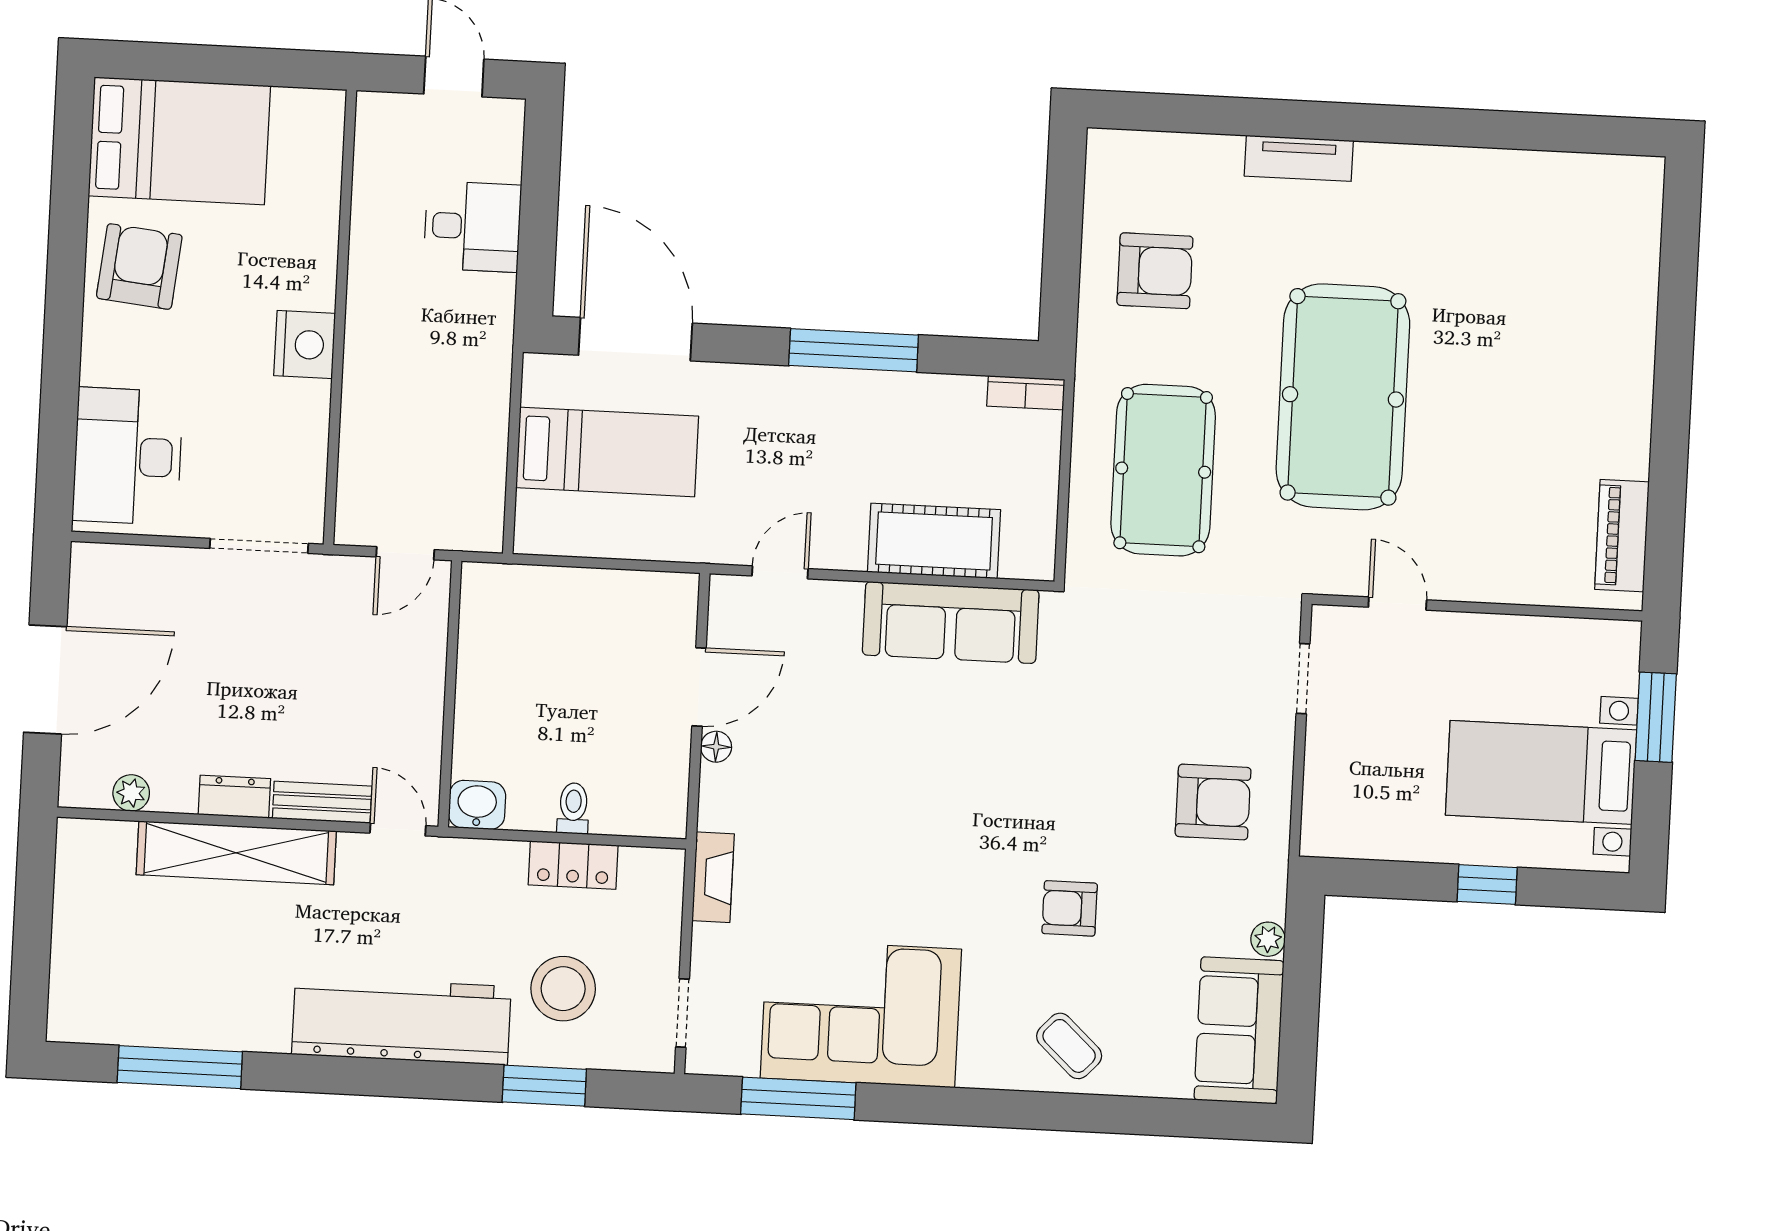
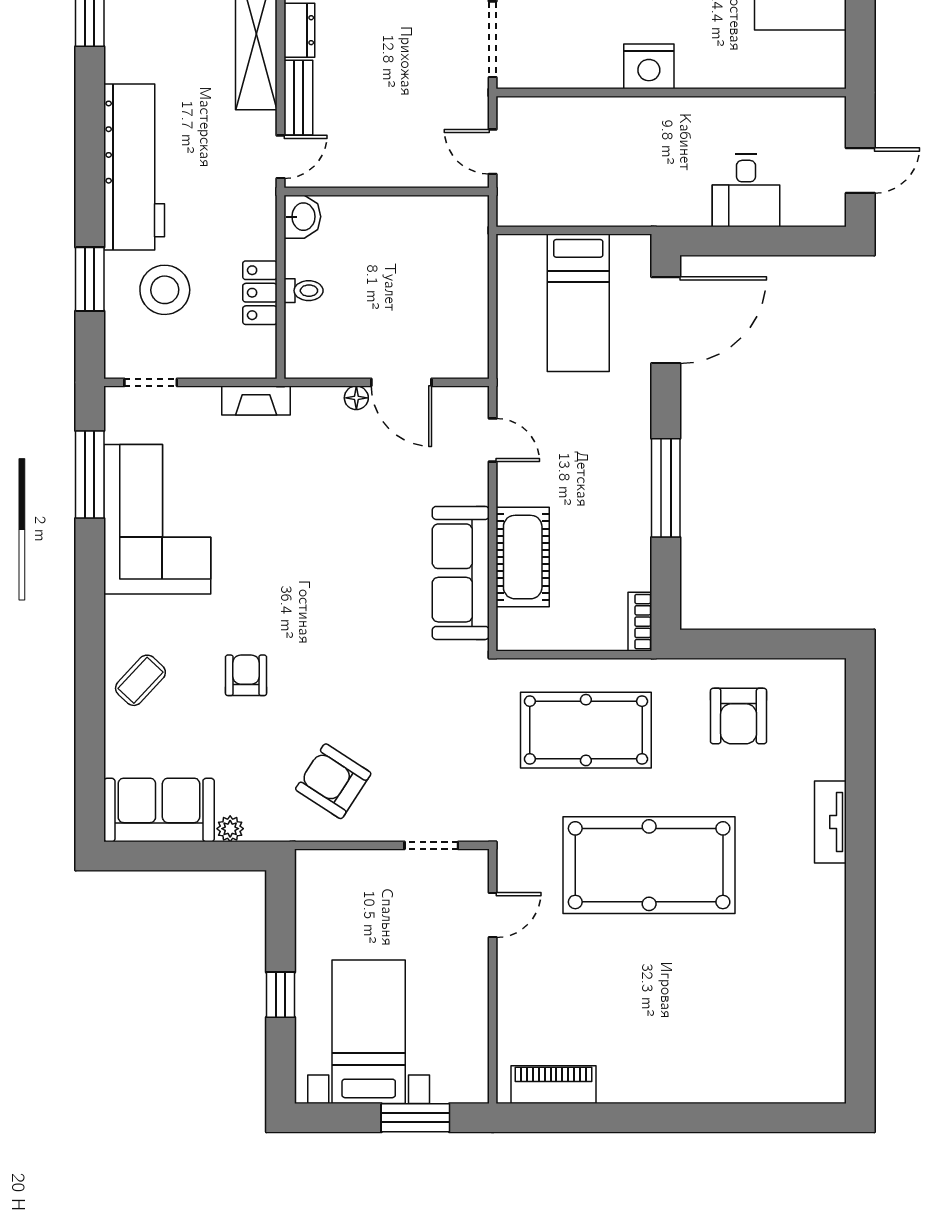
armchair: (1213, 802) -> (333, 781), turned 123

